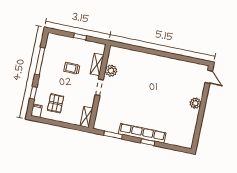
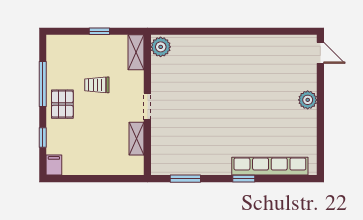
shelving: (97, 65) -> (136, 52), moved
plant: (111, 71) -> (161, 47), moved
pallet: (56, 103) -> (62, 104), moved
shelving: (86, 117) -> (137, 139), moved
row of seats: (142, 133) -> (270, 166), moved

